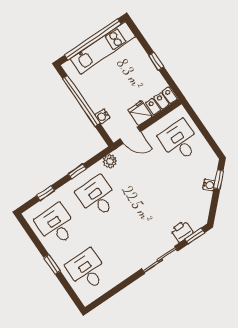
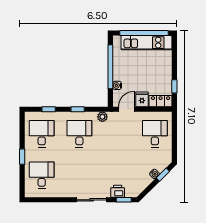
window: (156, 61) -> (174, 86), moved
door: (130, 135) -> (126, 109), swing flipped

